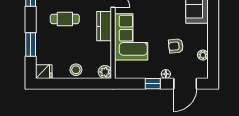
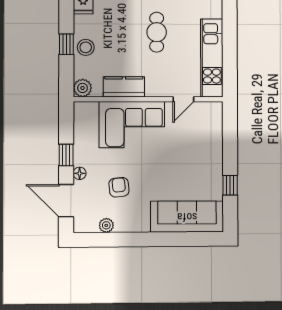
kitchen counter: (104, 26) -> (124, 87), moved
window: (74, 84) -> (66, 44), added

